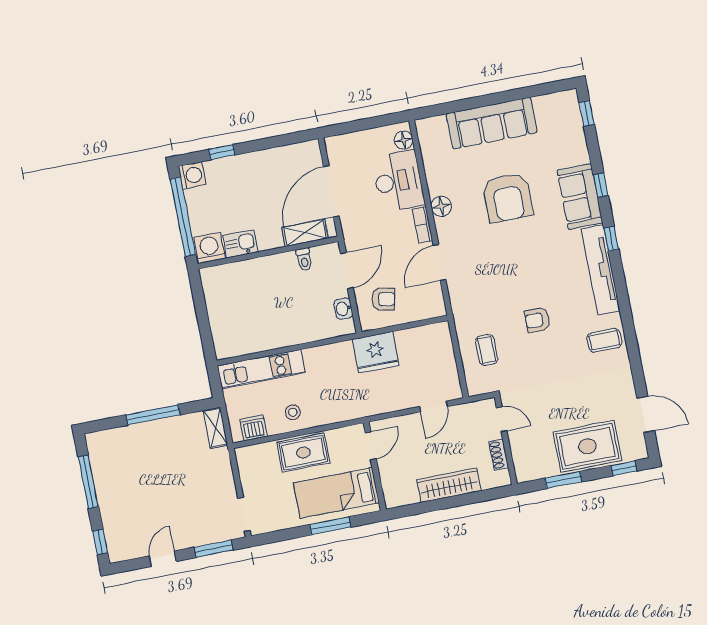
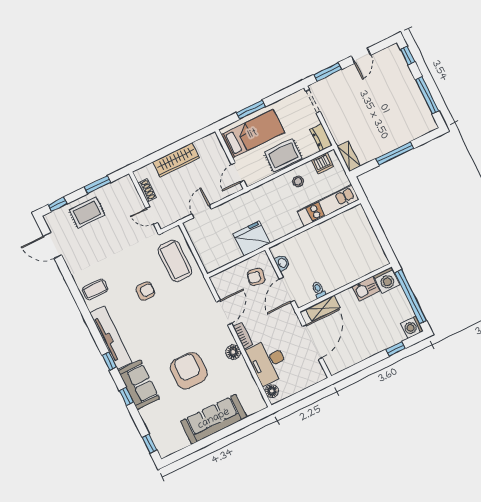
coffee table: (487, 350) -> (175, 261), width x1.86, depth x1.72
rug: (587, 446) -> (87, 213), width x0.73, depth x0.70
dresser: (246, 463) -> (321, 138), added

